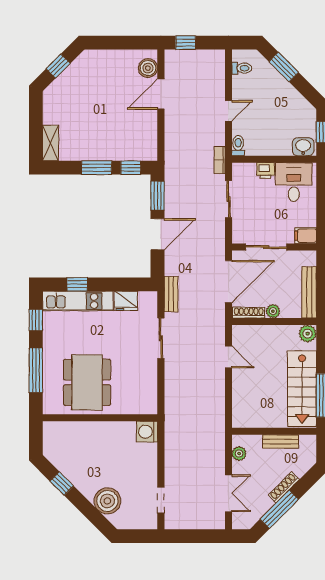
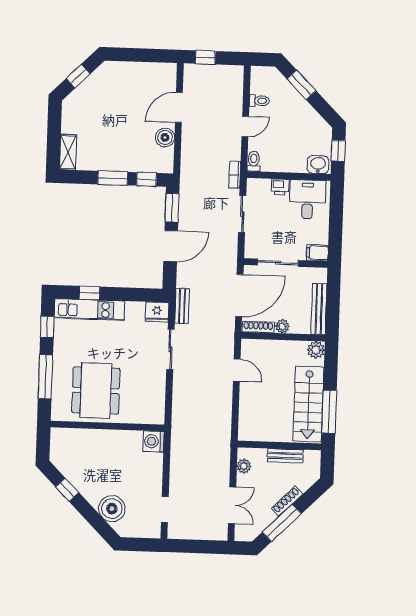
boiler: (148, 68) -> (165, 137), moved
toilet: (242, 68) -> (259, 101), moved
fridge: (126, 301) -> (157, 312), moved

